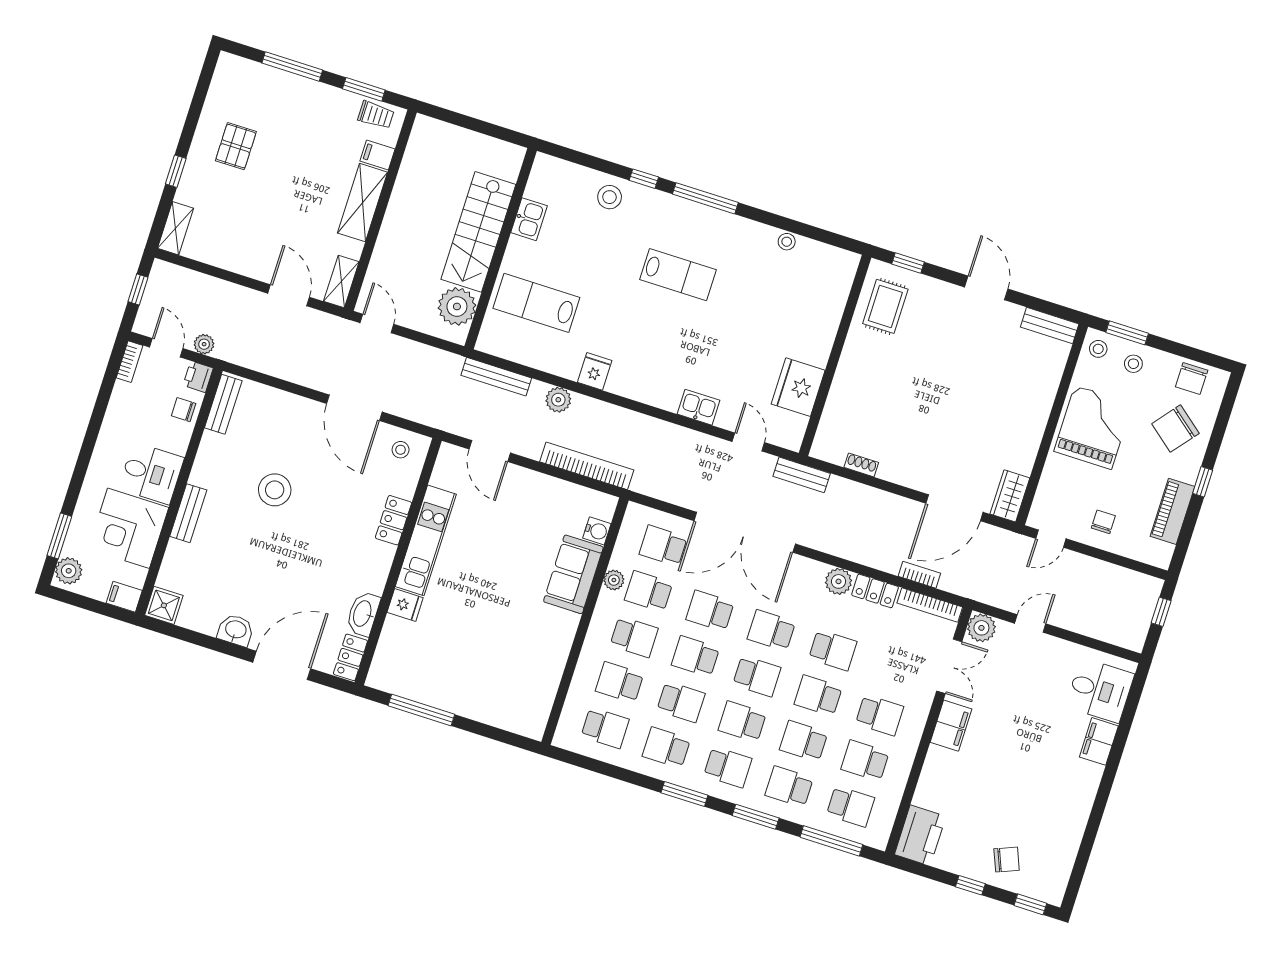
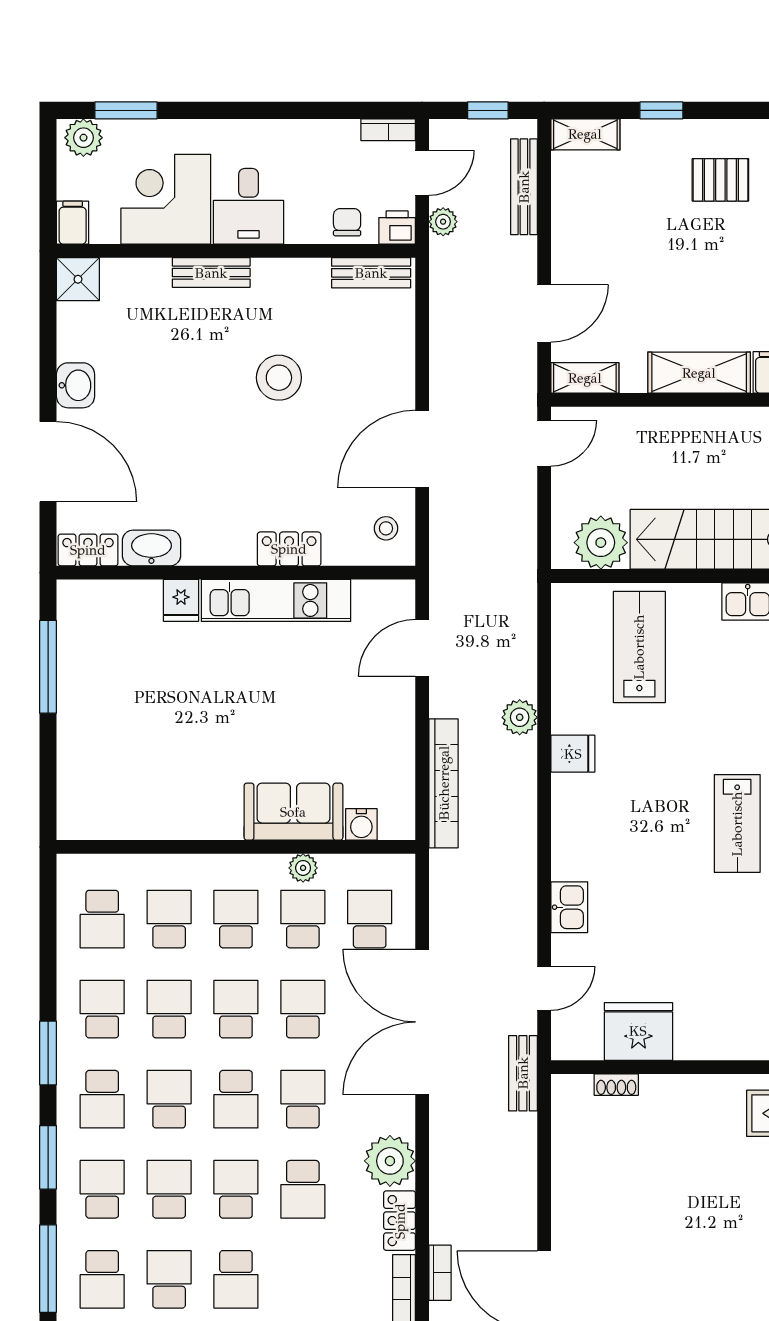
bench: (496, 377) -> (524, 187), moved
shoe rack: (861, 465) -> (616, 1085), moved, turned 90
plant: (838, 581) -> (390, 1161), width x1.36, depth x1.36
school desk: (634, 637) -> (236, 919), turned 180
school desk: (681, 702) -> (169, 1009), turned 180

